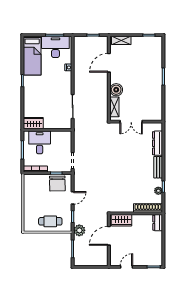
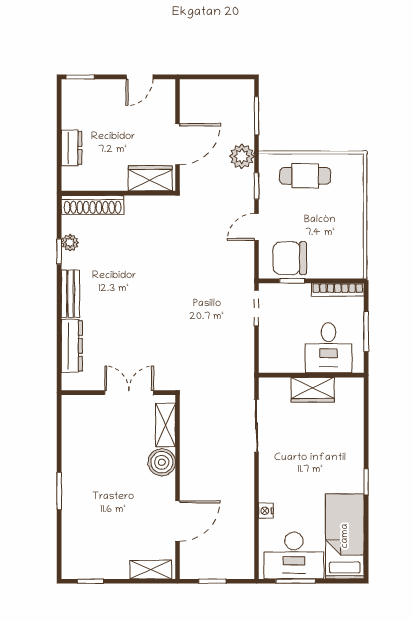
wardrobe: (33, 123) -> (313, 390), moved
chair: (57, 184) -> (290, 258), turned -89
dresser: (158, 223) -> (72, 148), moved

